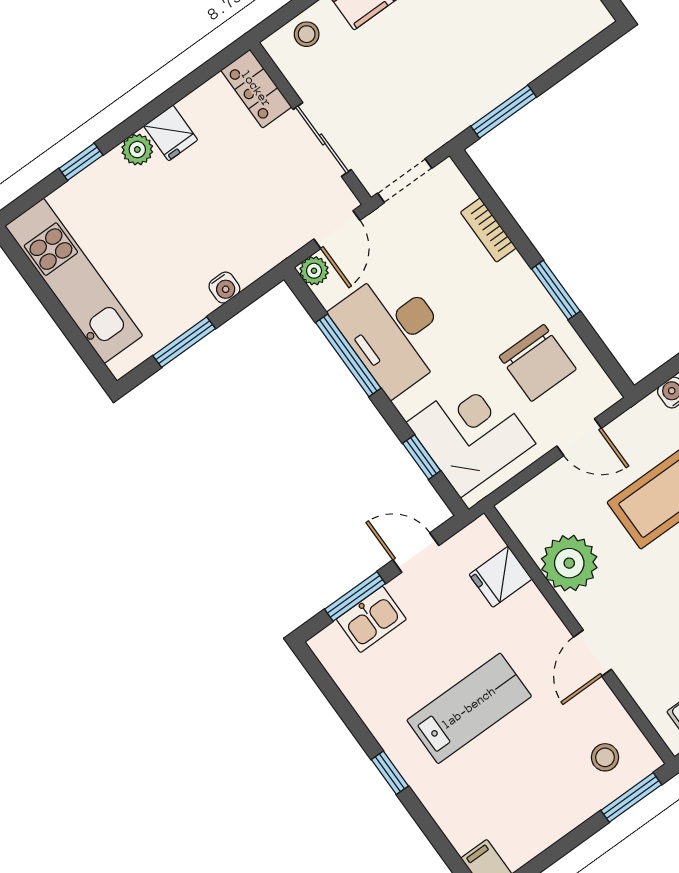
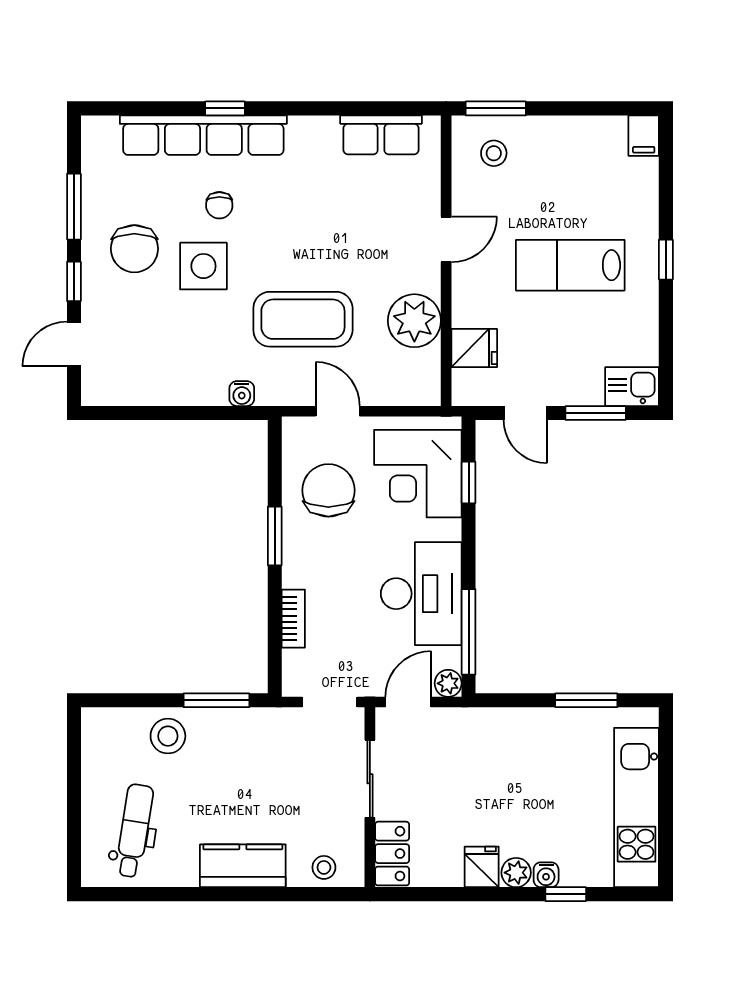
stool: (523, 50) -> (168, 736), added
water cooler: (224, 288) -> (546, 875), moved, turned 180
window: (348, 355) -> (469, 632), moved
kitchen sink: (371, 619) -> (632, 387), moved

